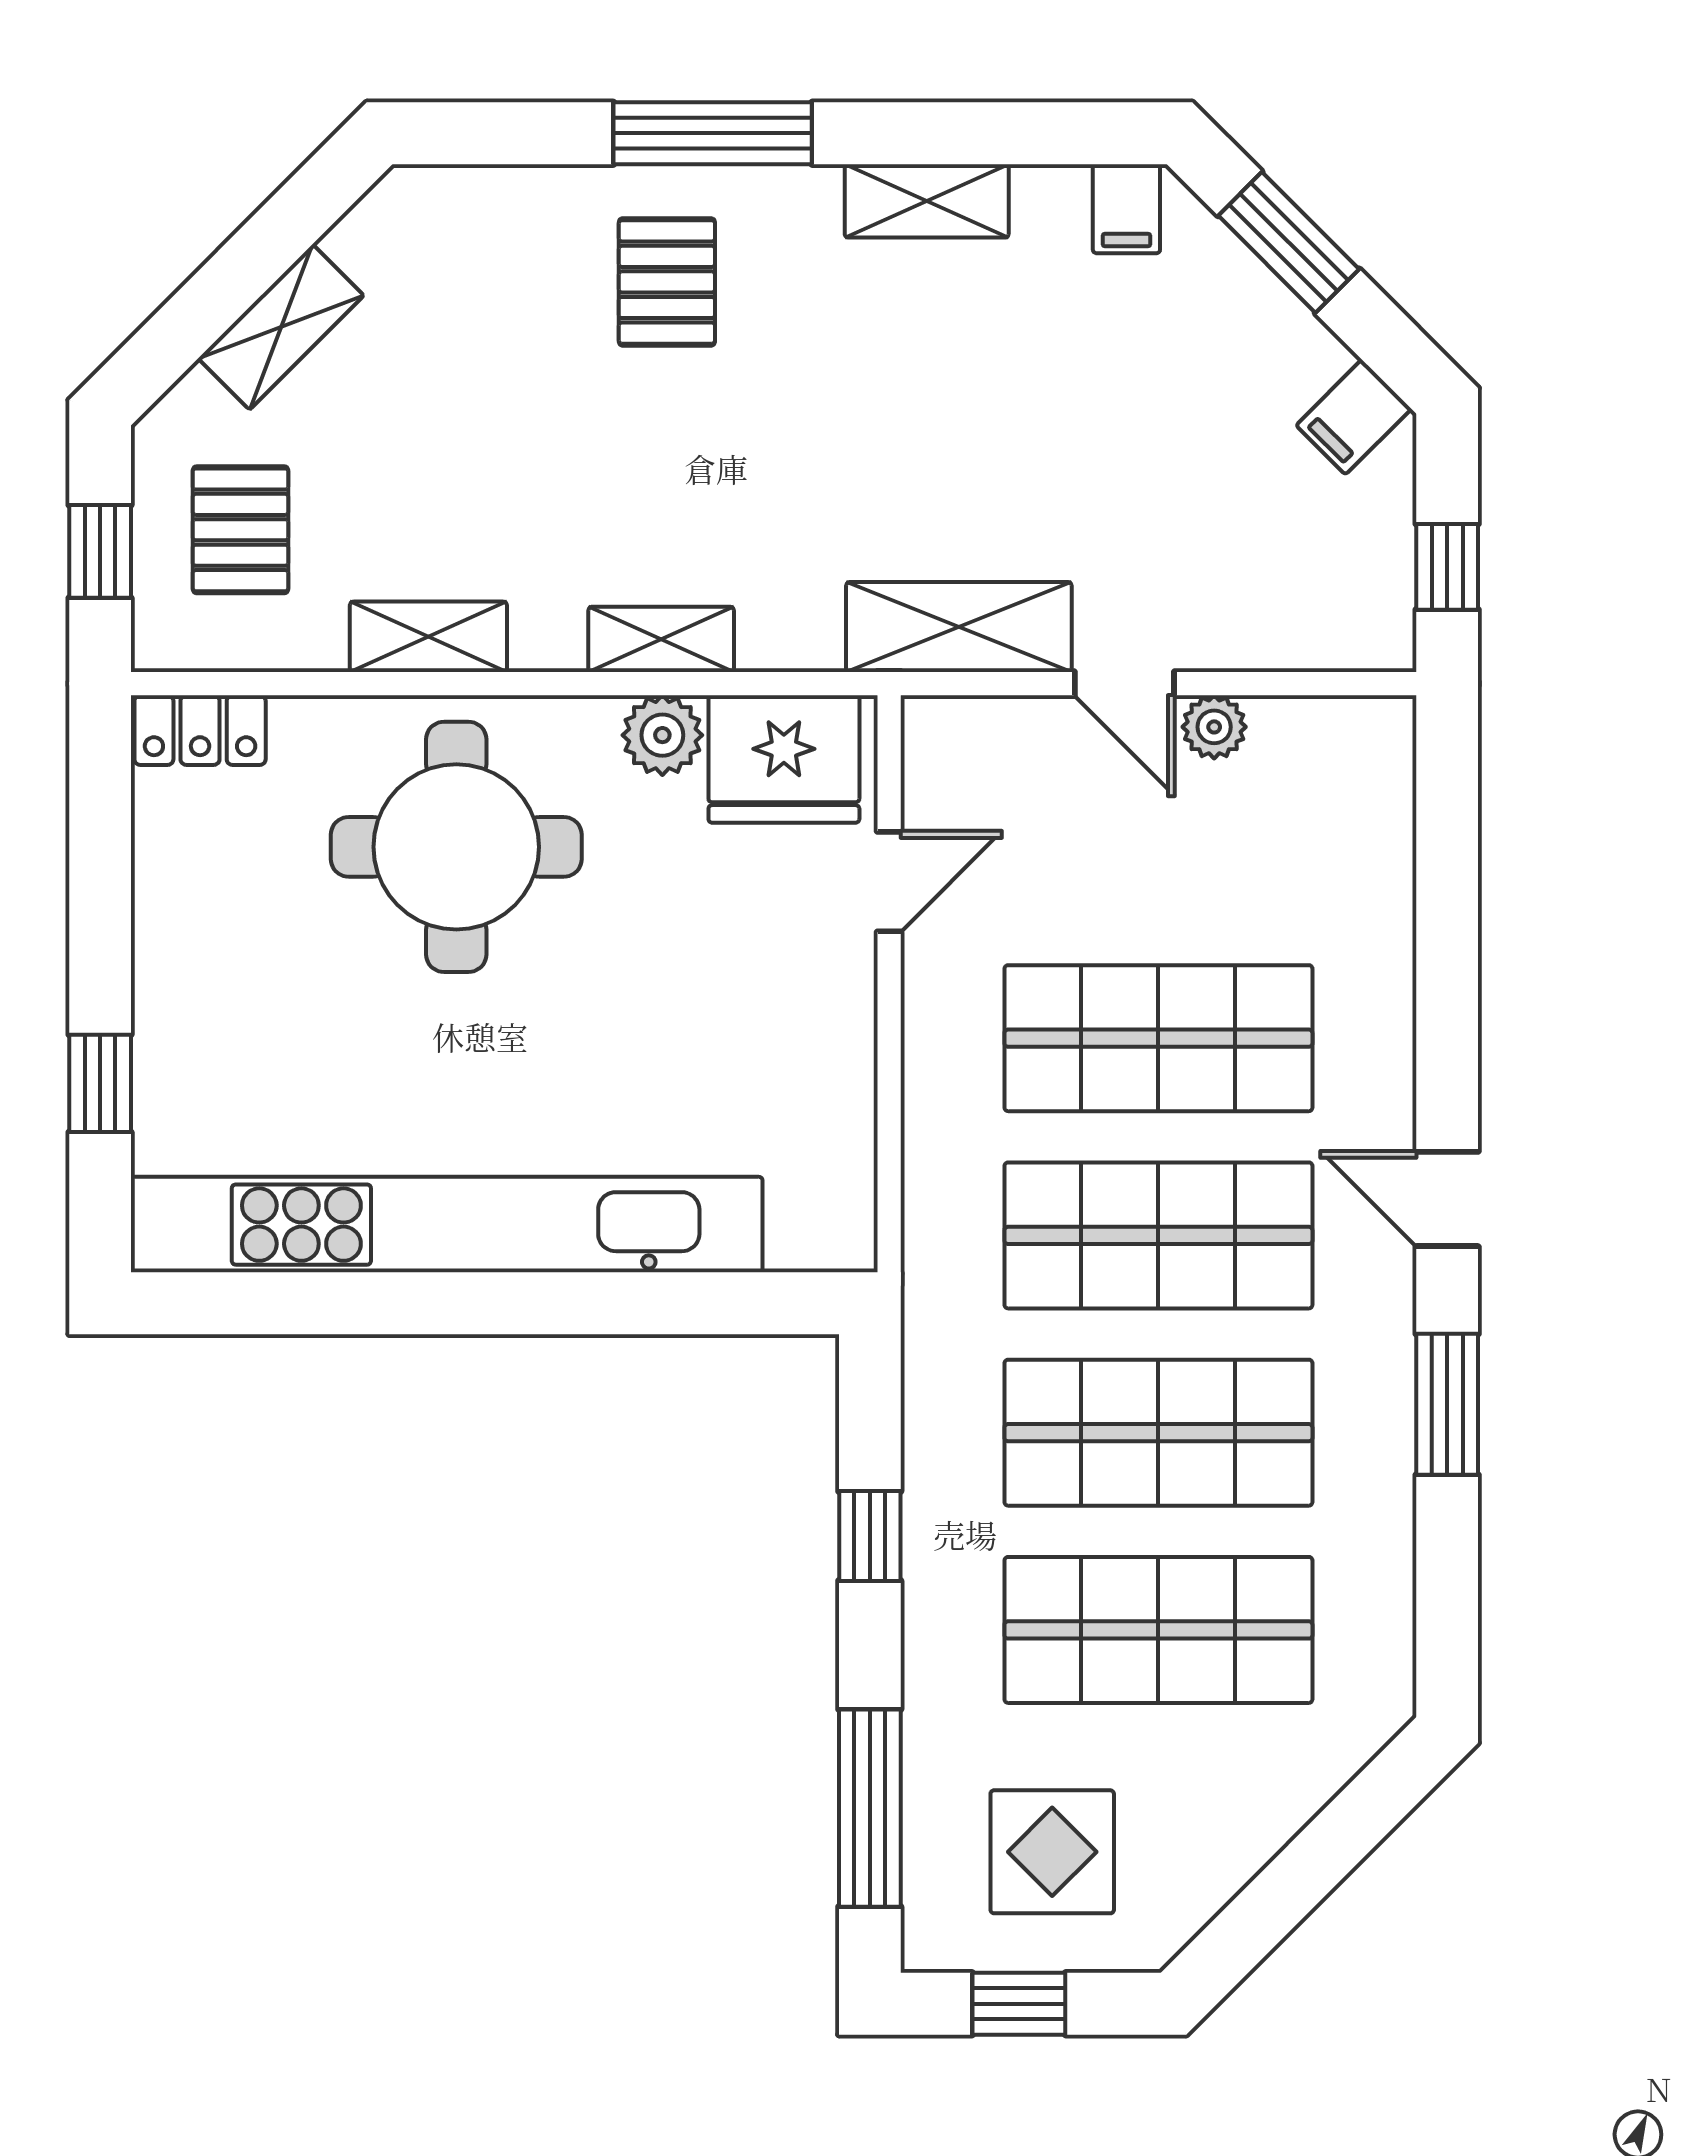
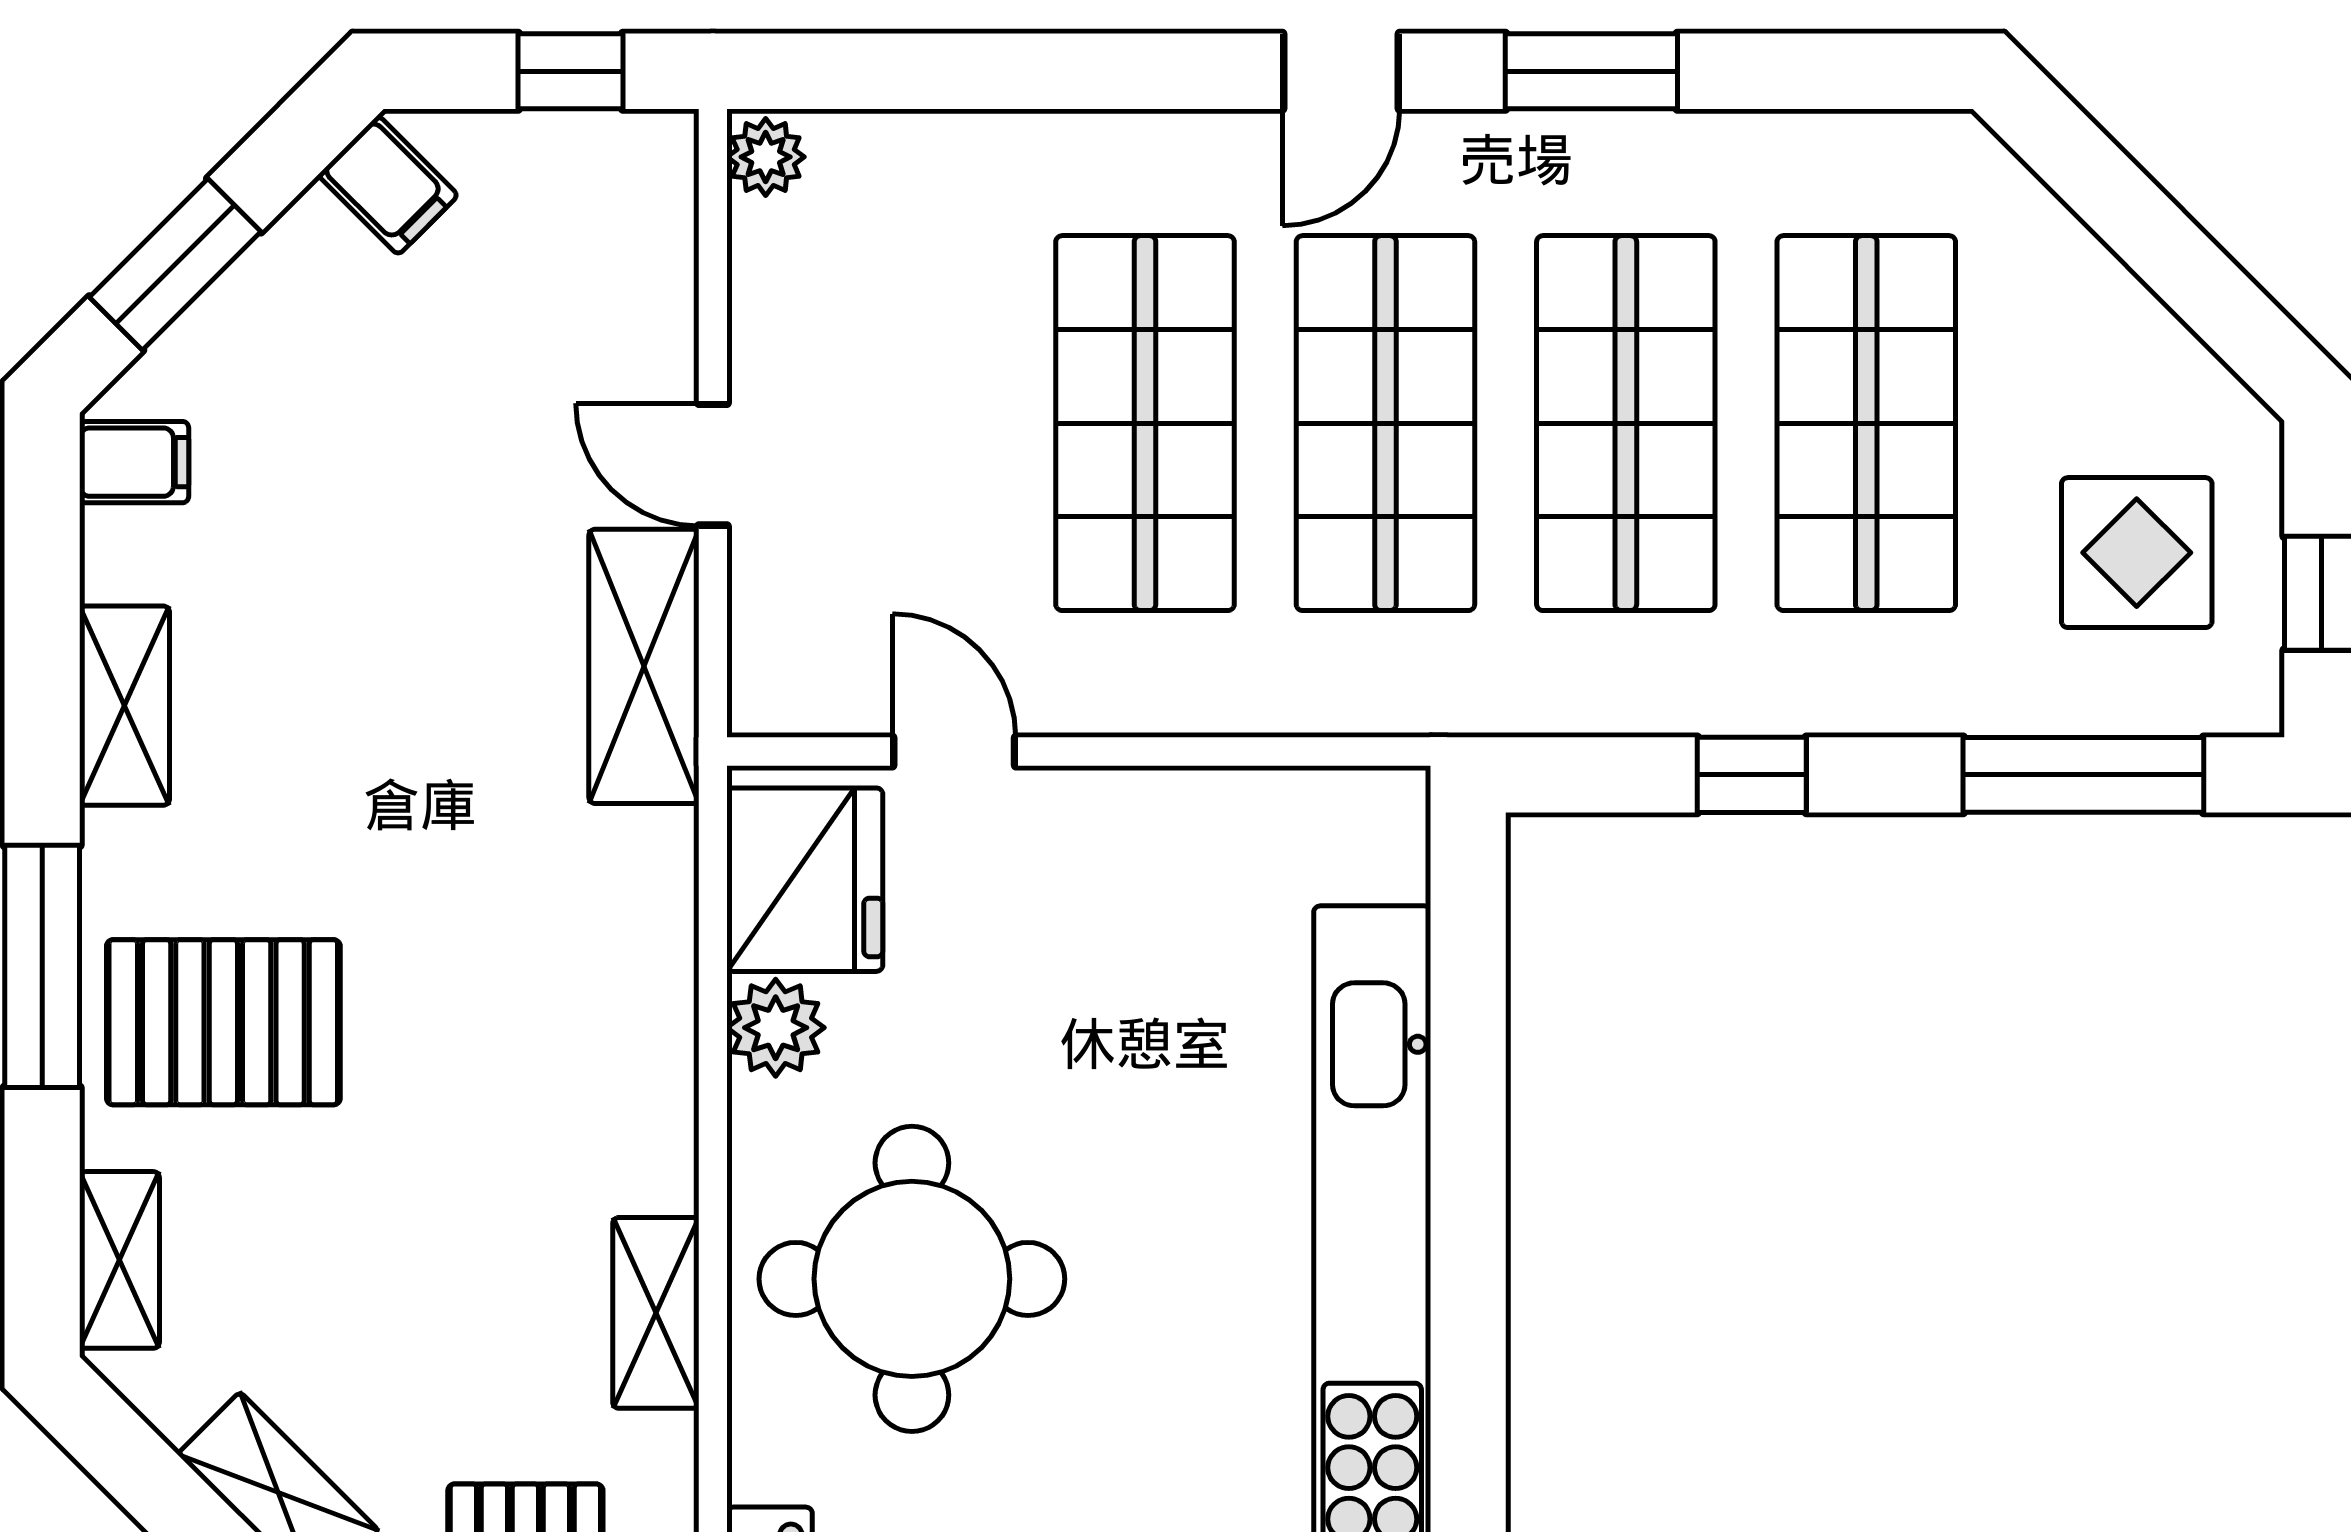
pallet: (667, 282) -> (223, 1022), width x1.50, depth x1.42
shelving: (661, 639) -> (119, 1260), moved
door: (1124, 684) -> (713, 465), swing flipped
plant: (1214, 727) -> (766, 157), moved

